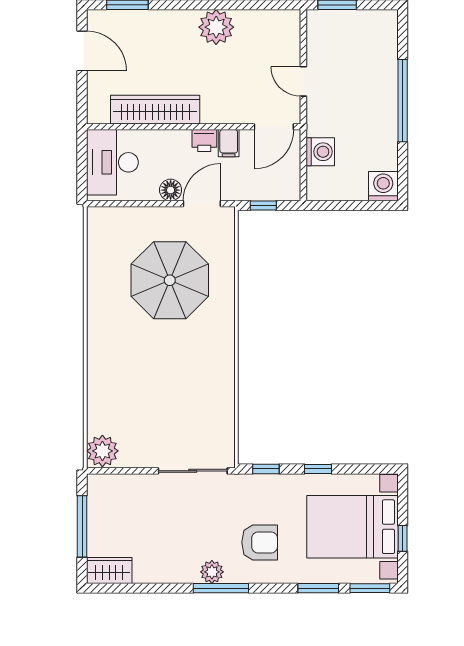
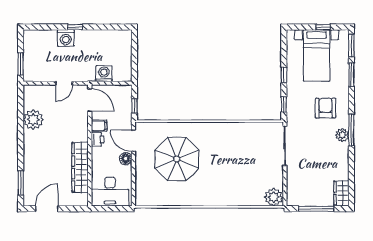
plant: (216, 27) -> (33, 120), moved
window: (403, 101) -> (75, 27), width x0.32
washing machine: (383, 186) -> (66, 38), moved, turned -90
bed with nightstands: (352, 527) -> (317, 55), width x0.73

